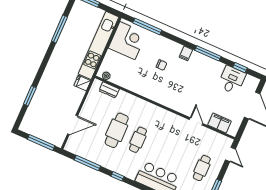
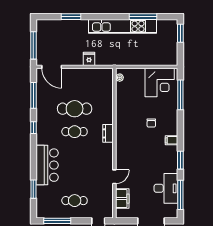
kitchen unit: (99, 45) -> (122, 26), moved, turned 180
window: (208, 53) -> (180, 160), width x0.69
window: (240, 68) -> (180, 195), width x2.17
desk: (232, 80) -> (166, 188), width x1.37
fridge: (82, 83) -> (89, 59), moved
dresser: (109, 90) -> (108, 133), moved
door: (73, 125) -> (52, 67), moved

